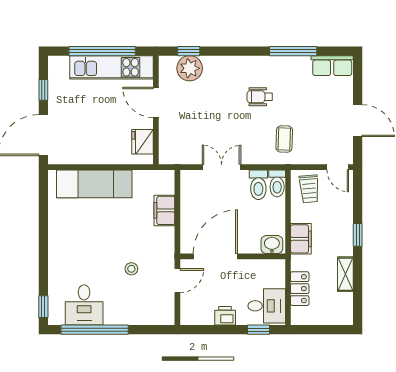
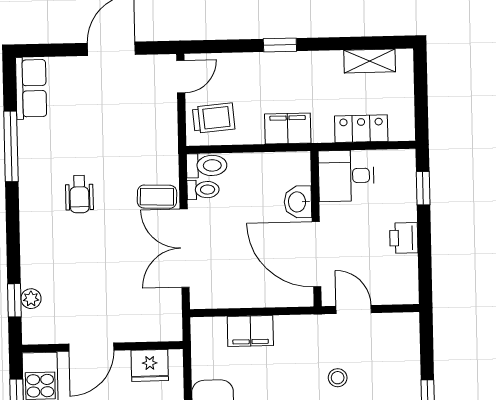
plant: (190, 68) -> (31, 299), width x0.53, depth x0.53
coffee table: (284, 139) -> (157, 197), moved
double door: (222, 167) -> (185, 248), width x1.37
toilet: (258, 185) -> (203, 190), width x0.73, depth x0.72
washbasin: (272, 245) -> (298, 202), moved
shelving: (345, 274) -> (370, 61), moved
desk: (267, 306) -> (346, 176), moved, turned -90

